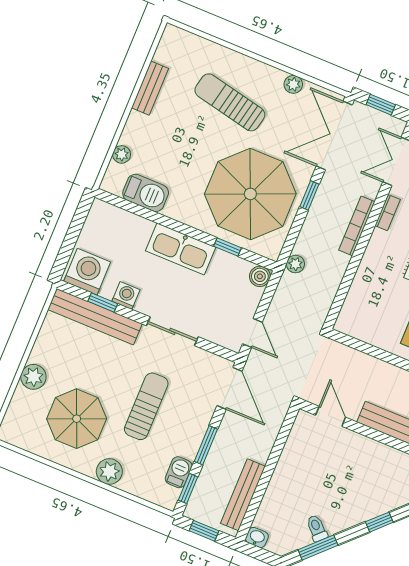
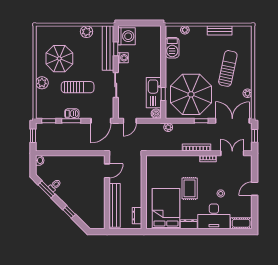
kitchen sink: (181, 249) -> (154, 93), moved
plant: (33, 377) -> (87, 32), moved
barbecue: (179, 472) -> (72, 114), moved
bench: (243, 495) -> (56, 146), removed

